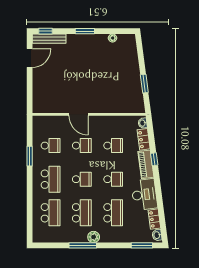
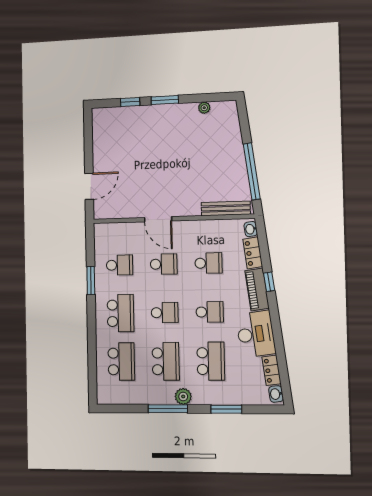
window: (45, 31) -> (130, 102), moved
bench: (49, 39) -> (226, 208), moved
door: (30, 58) -> (89, 186), moved
window: (144, 84) -> (252, 171), width x2.11
window: (142, 245) -> (226, 409), moved

